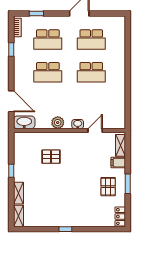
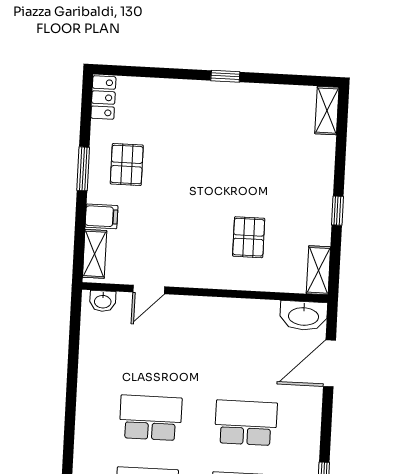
door: (11, 101) -> (329, 363), hinge flipped
plant: (58, 123) -> (230, 311), removed
washbasin: (78, 124) -> (103, 301), moved
pallet: (51, 157) -> (249, 237), turned 90
shelving: (19, 193) -> (318, 270), moved

